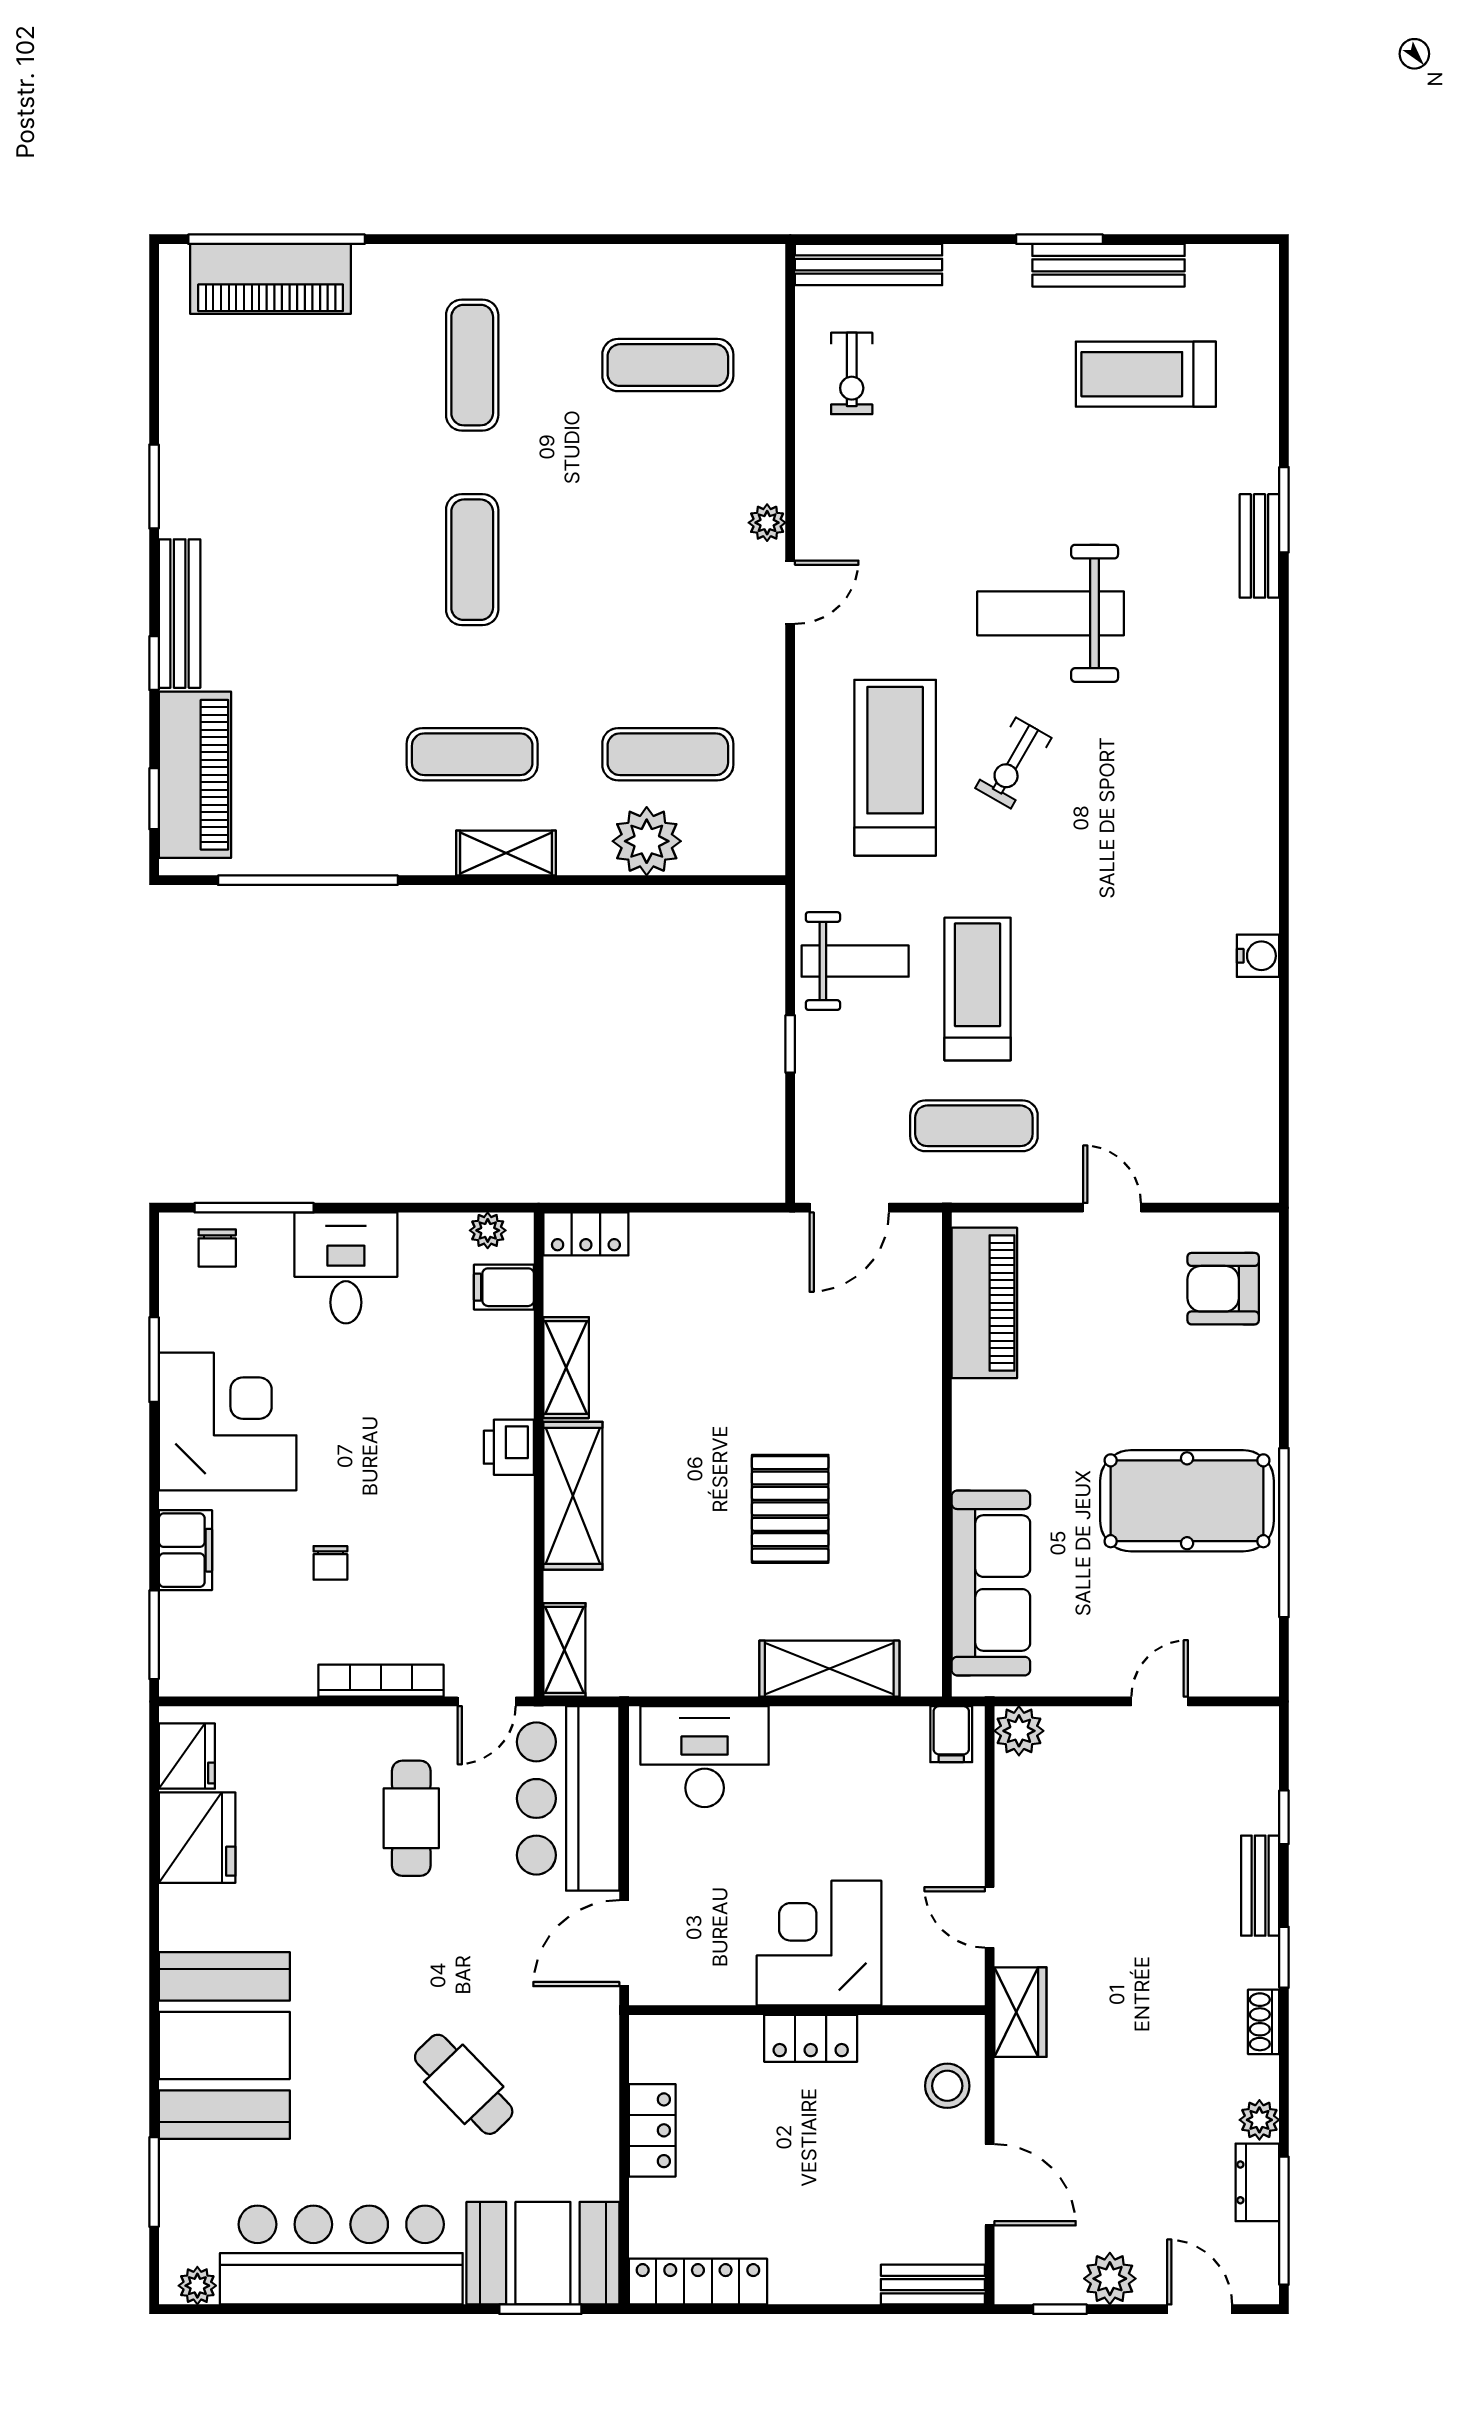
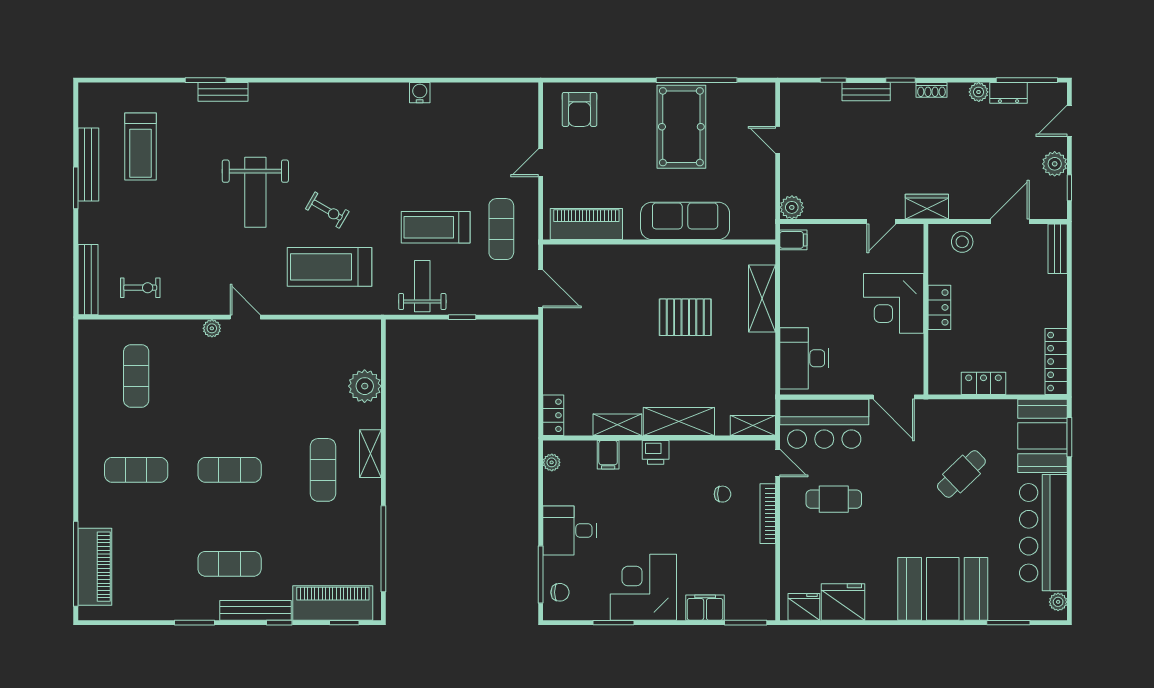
exercise mat: (668, 754) -> (230, 564), moved, turned 90
filing cabinet: (504, 1287) -> (608, 455), moved
chair: (330, 1563) -> (723, 494), moved
sofa: (991, 1583) -> (685, 221), moved

